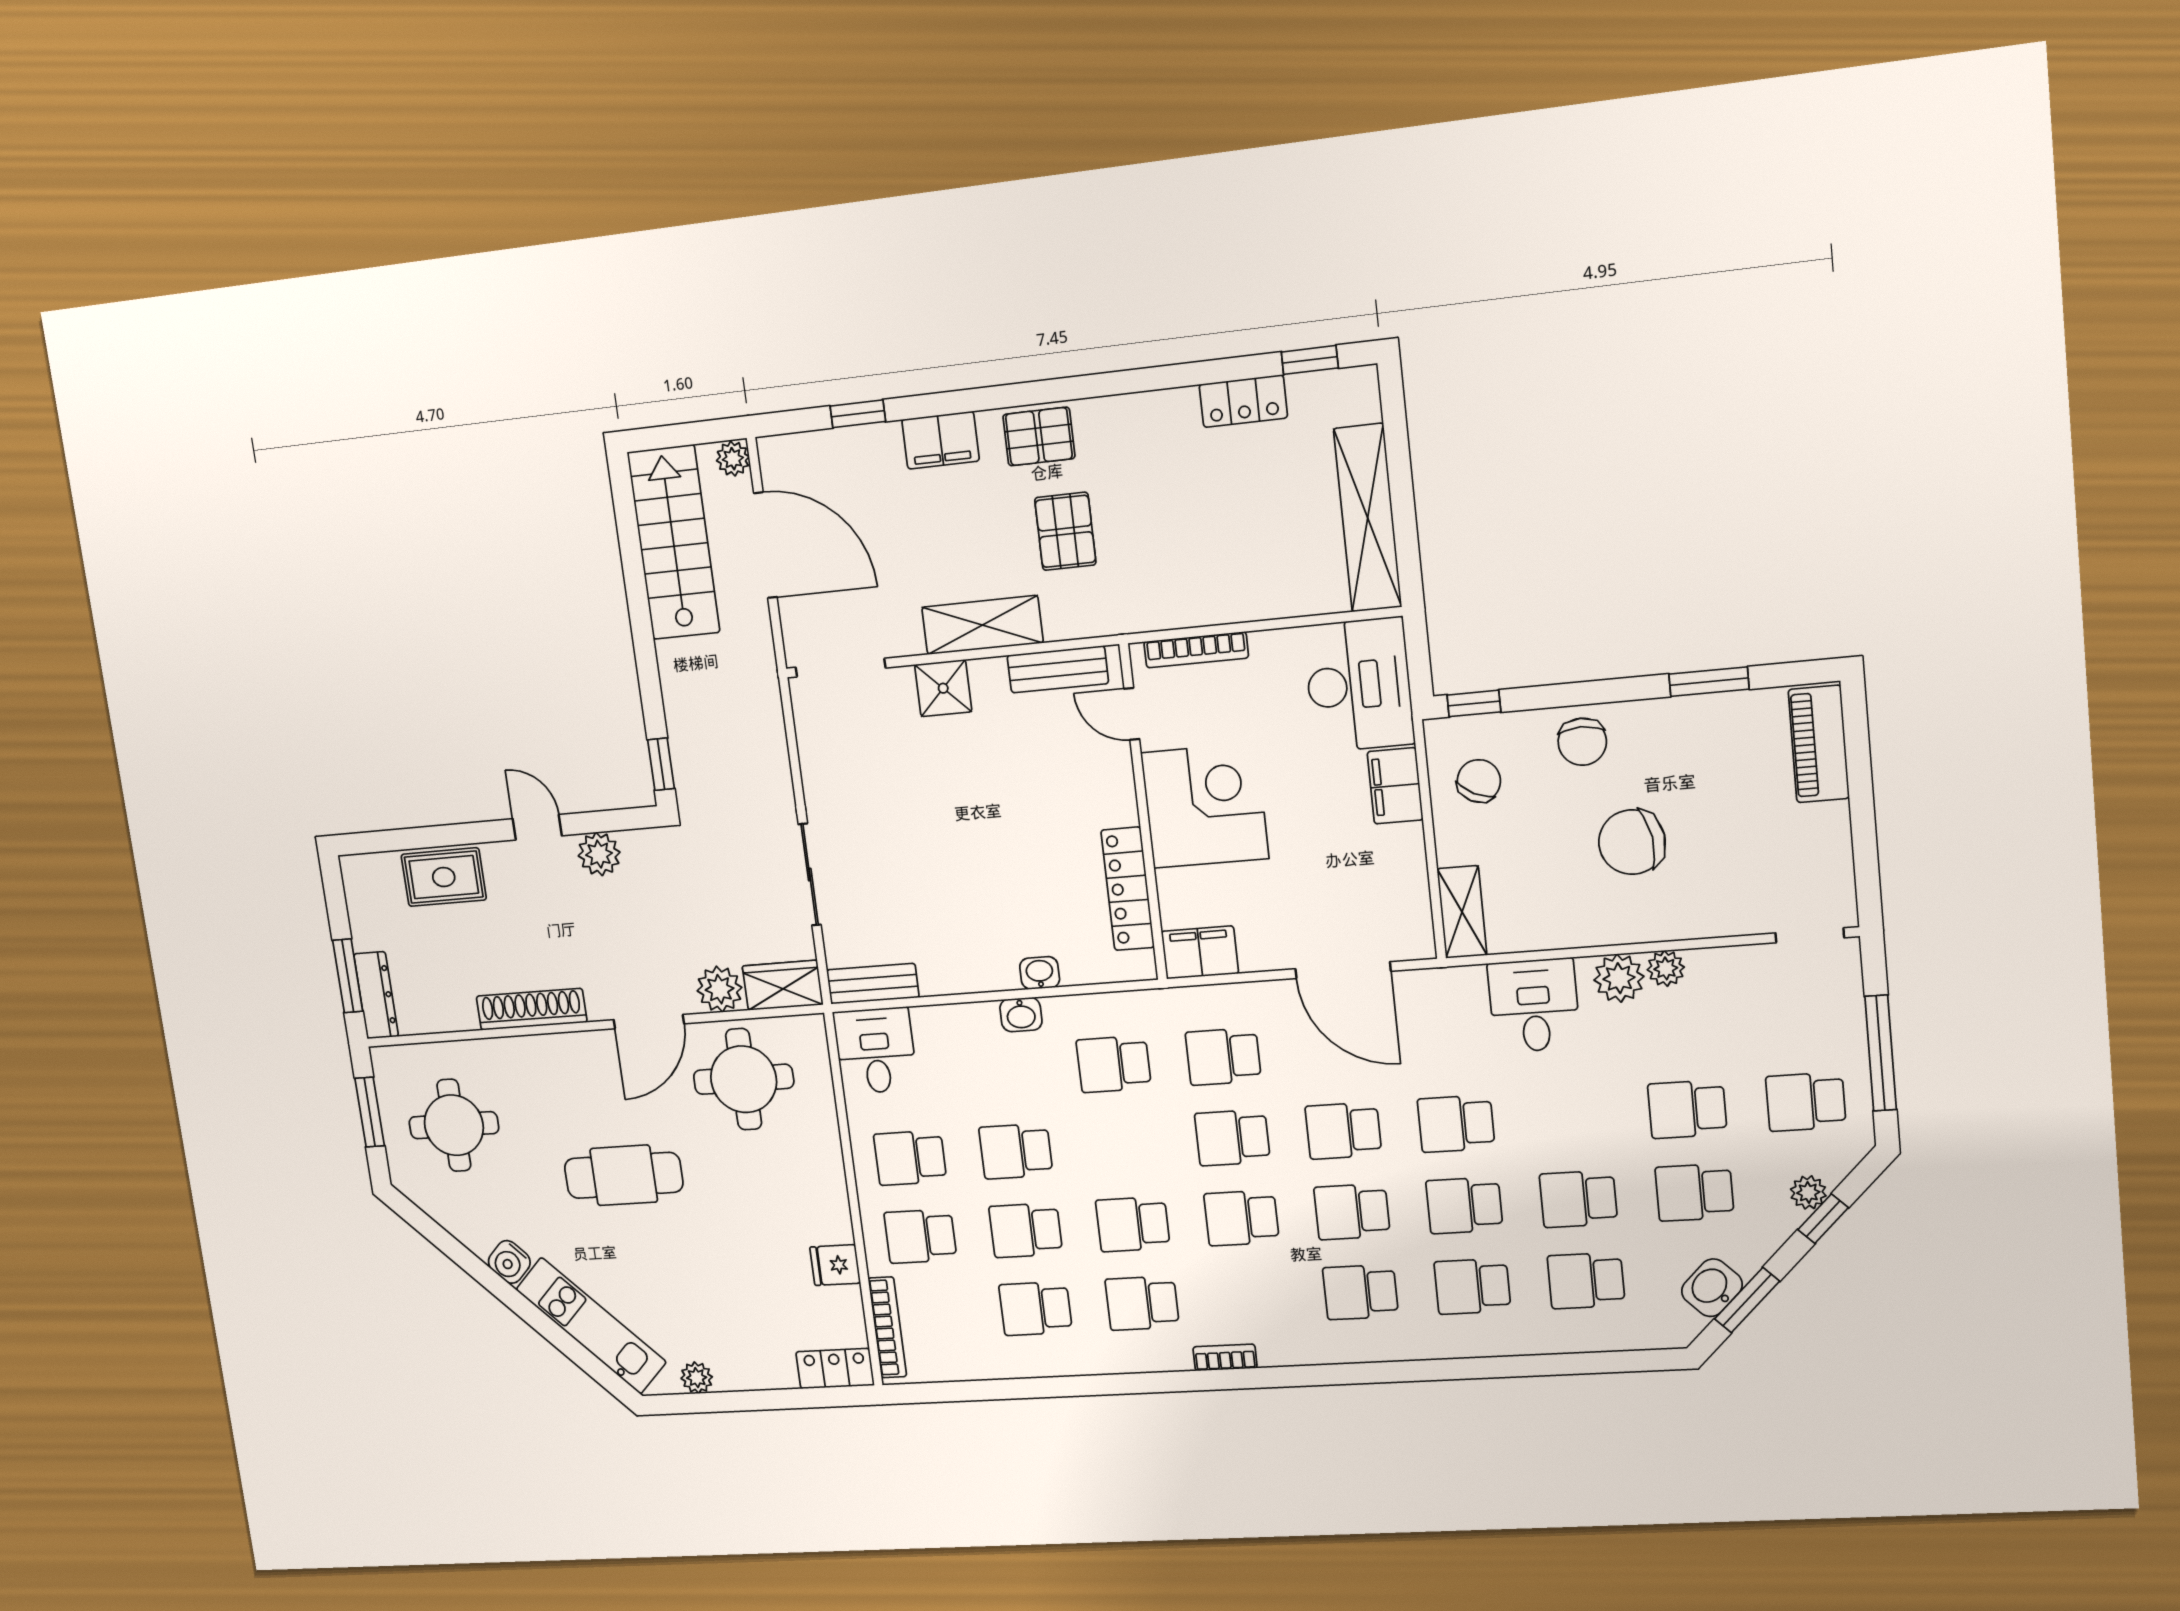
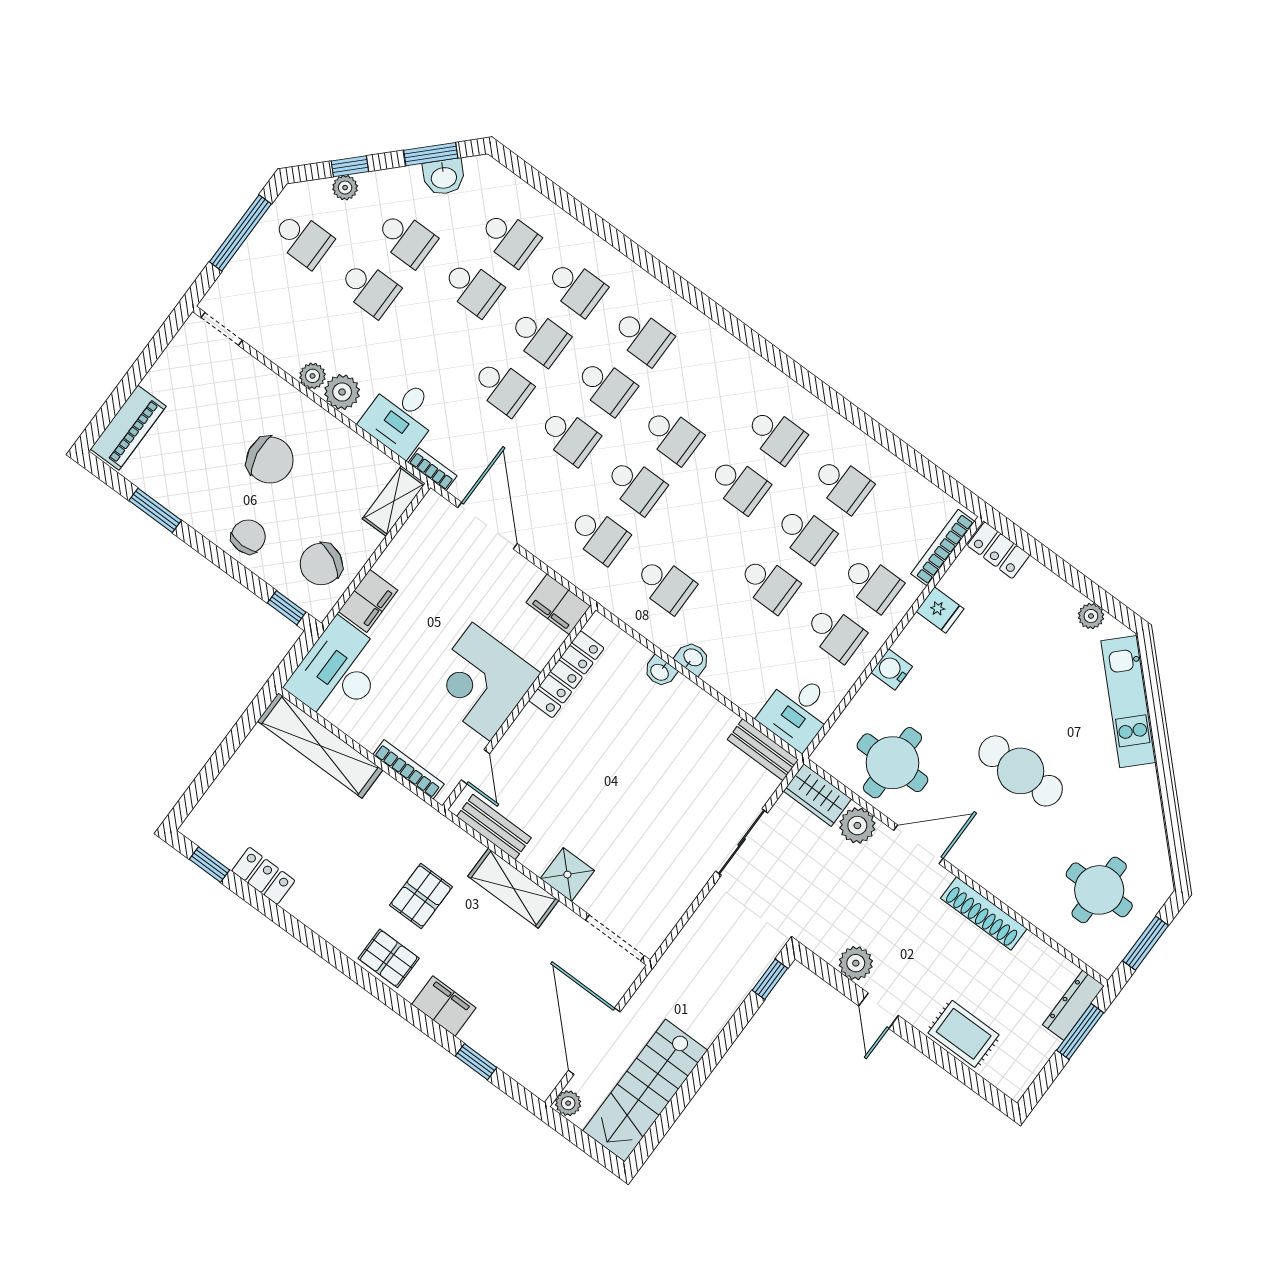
shelving: (1368, 518) -> (320, 746), moved, turned 90
chair: (1479, 781) -> (321, 564), width x1.37, depth x1.37
water cooler: (509, 1262) -> (892, 670), moved, turned -135
bookcase: (1225, 1357) -> (433, 469), moved, turned 180

